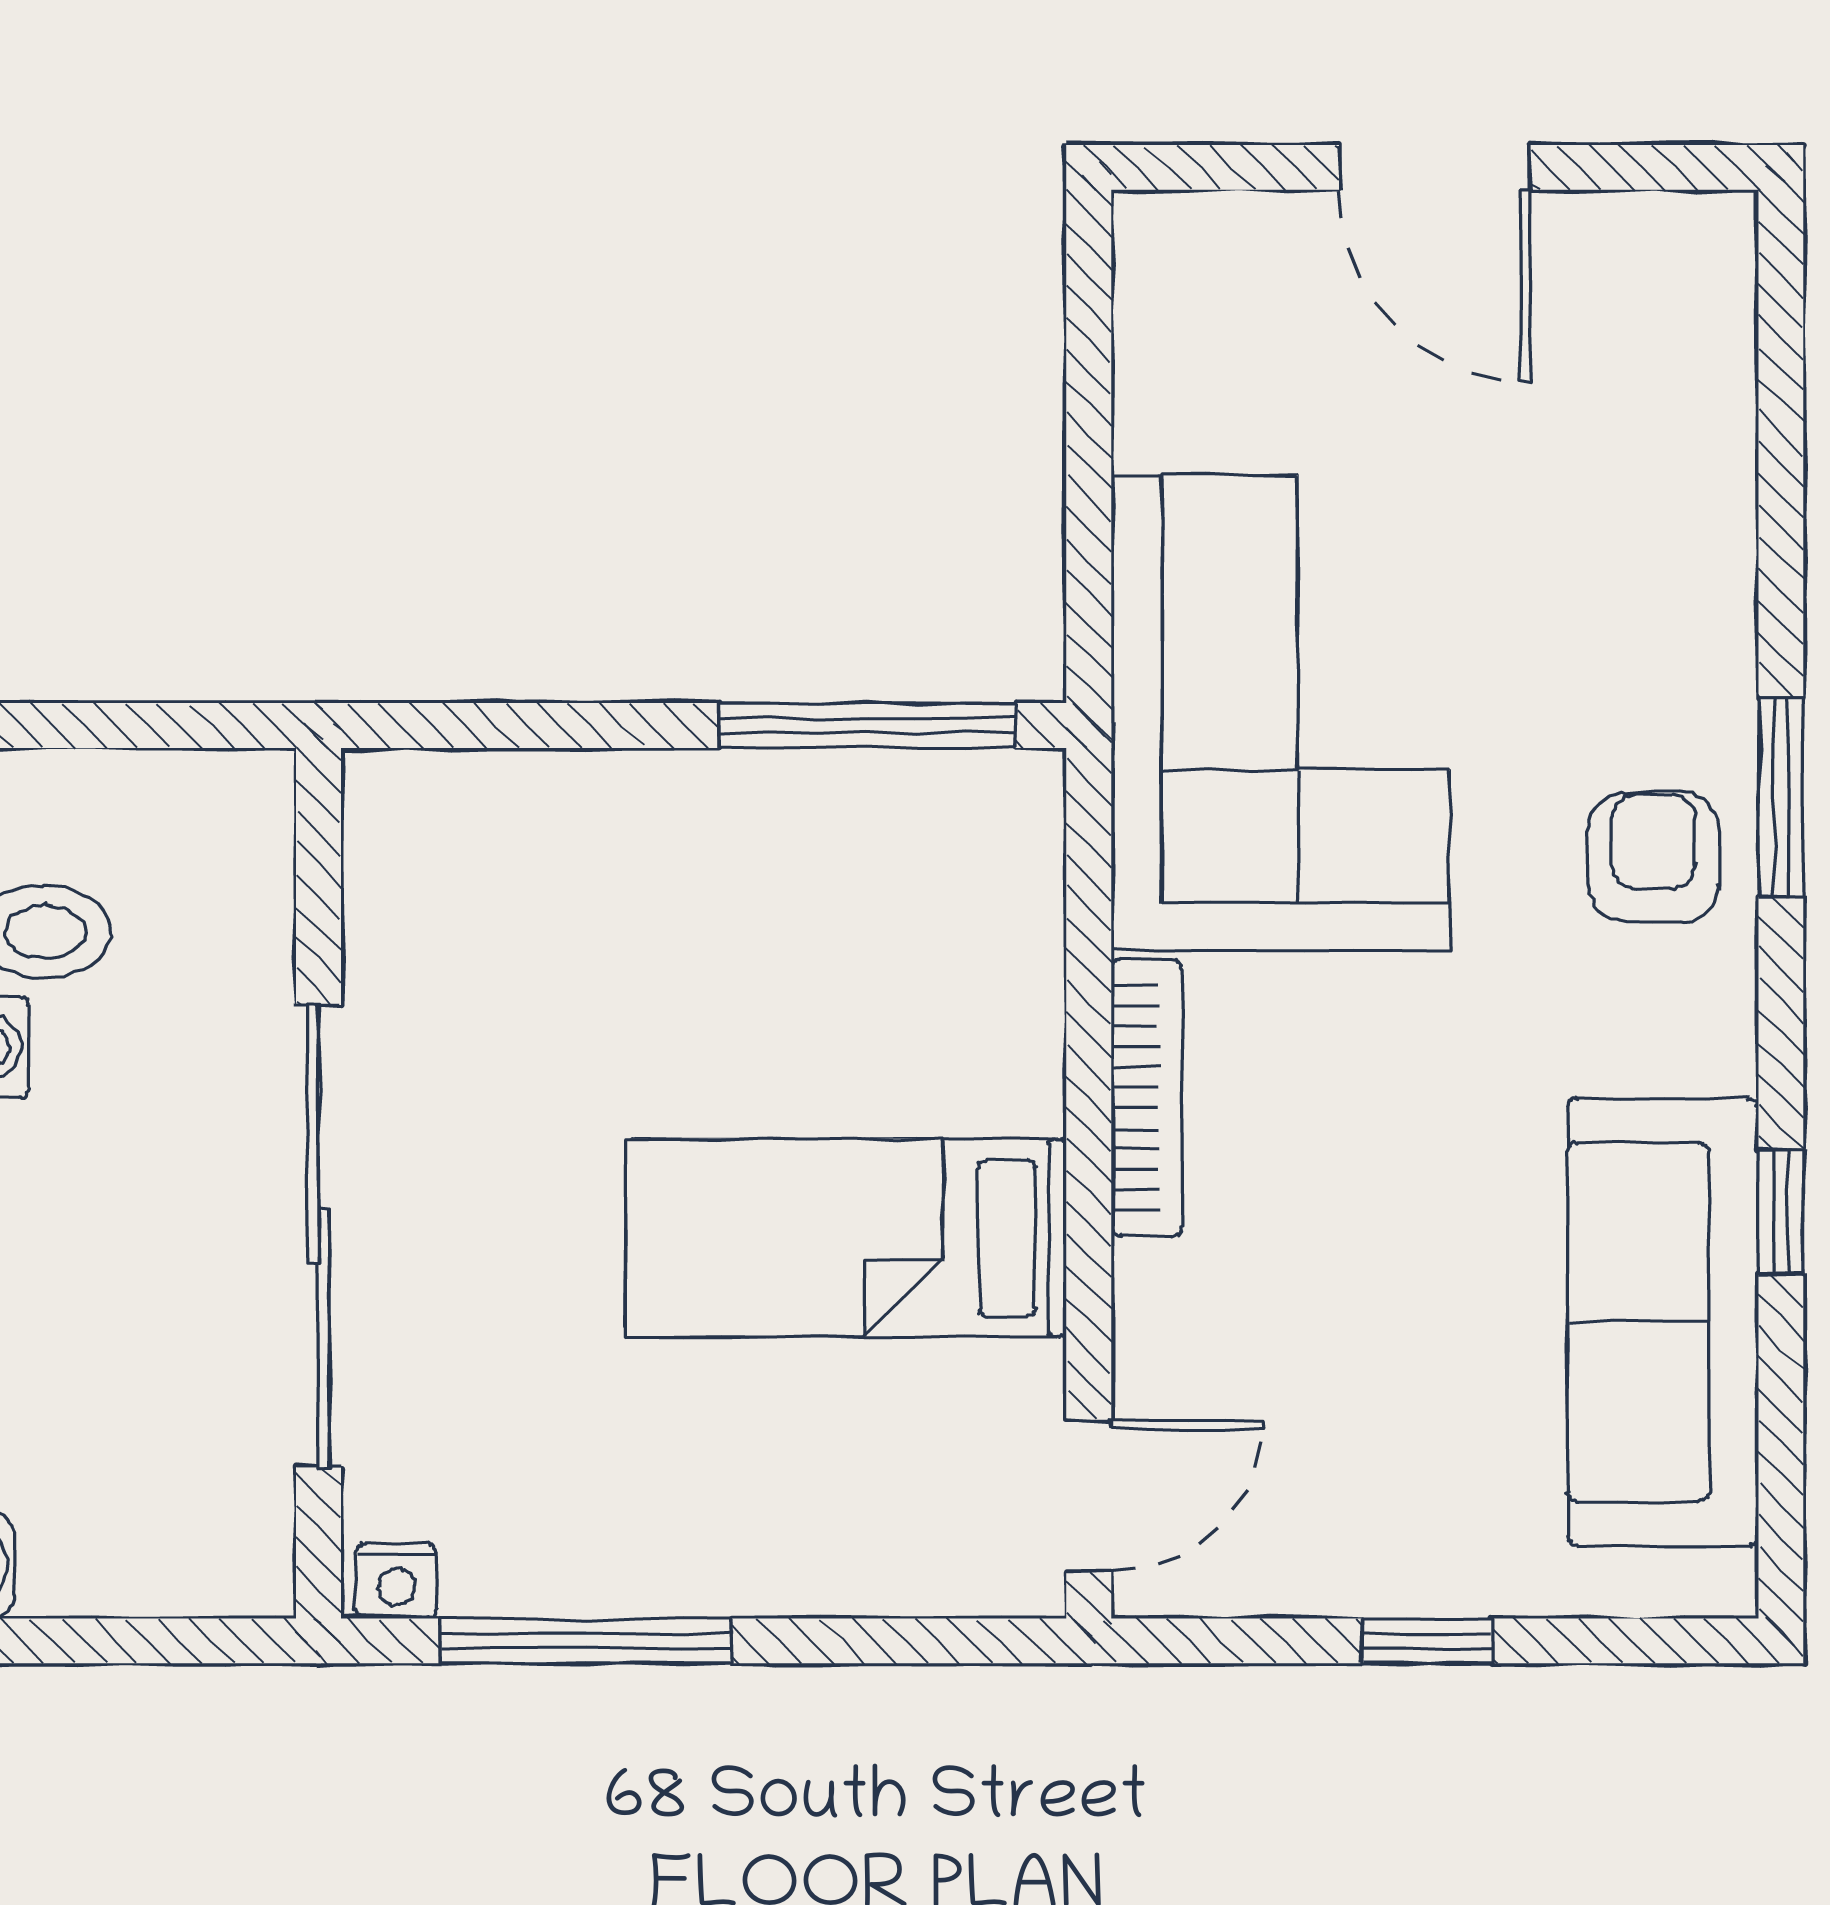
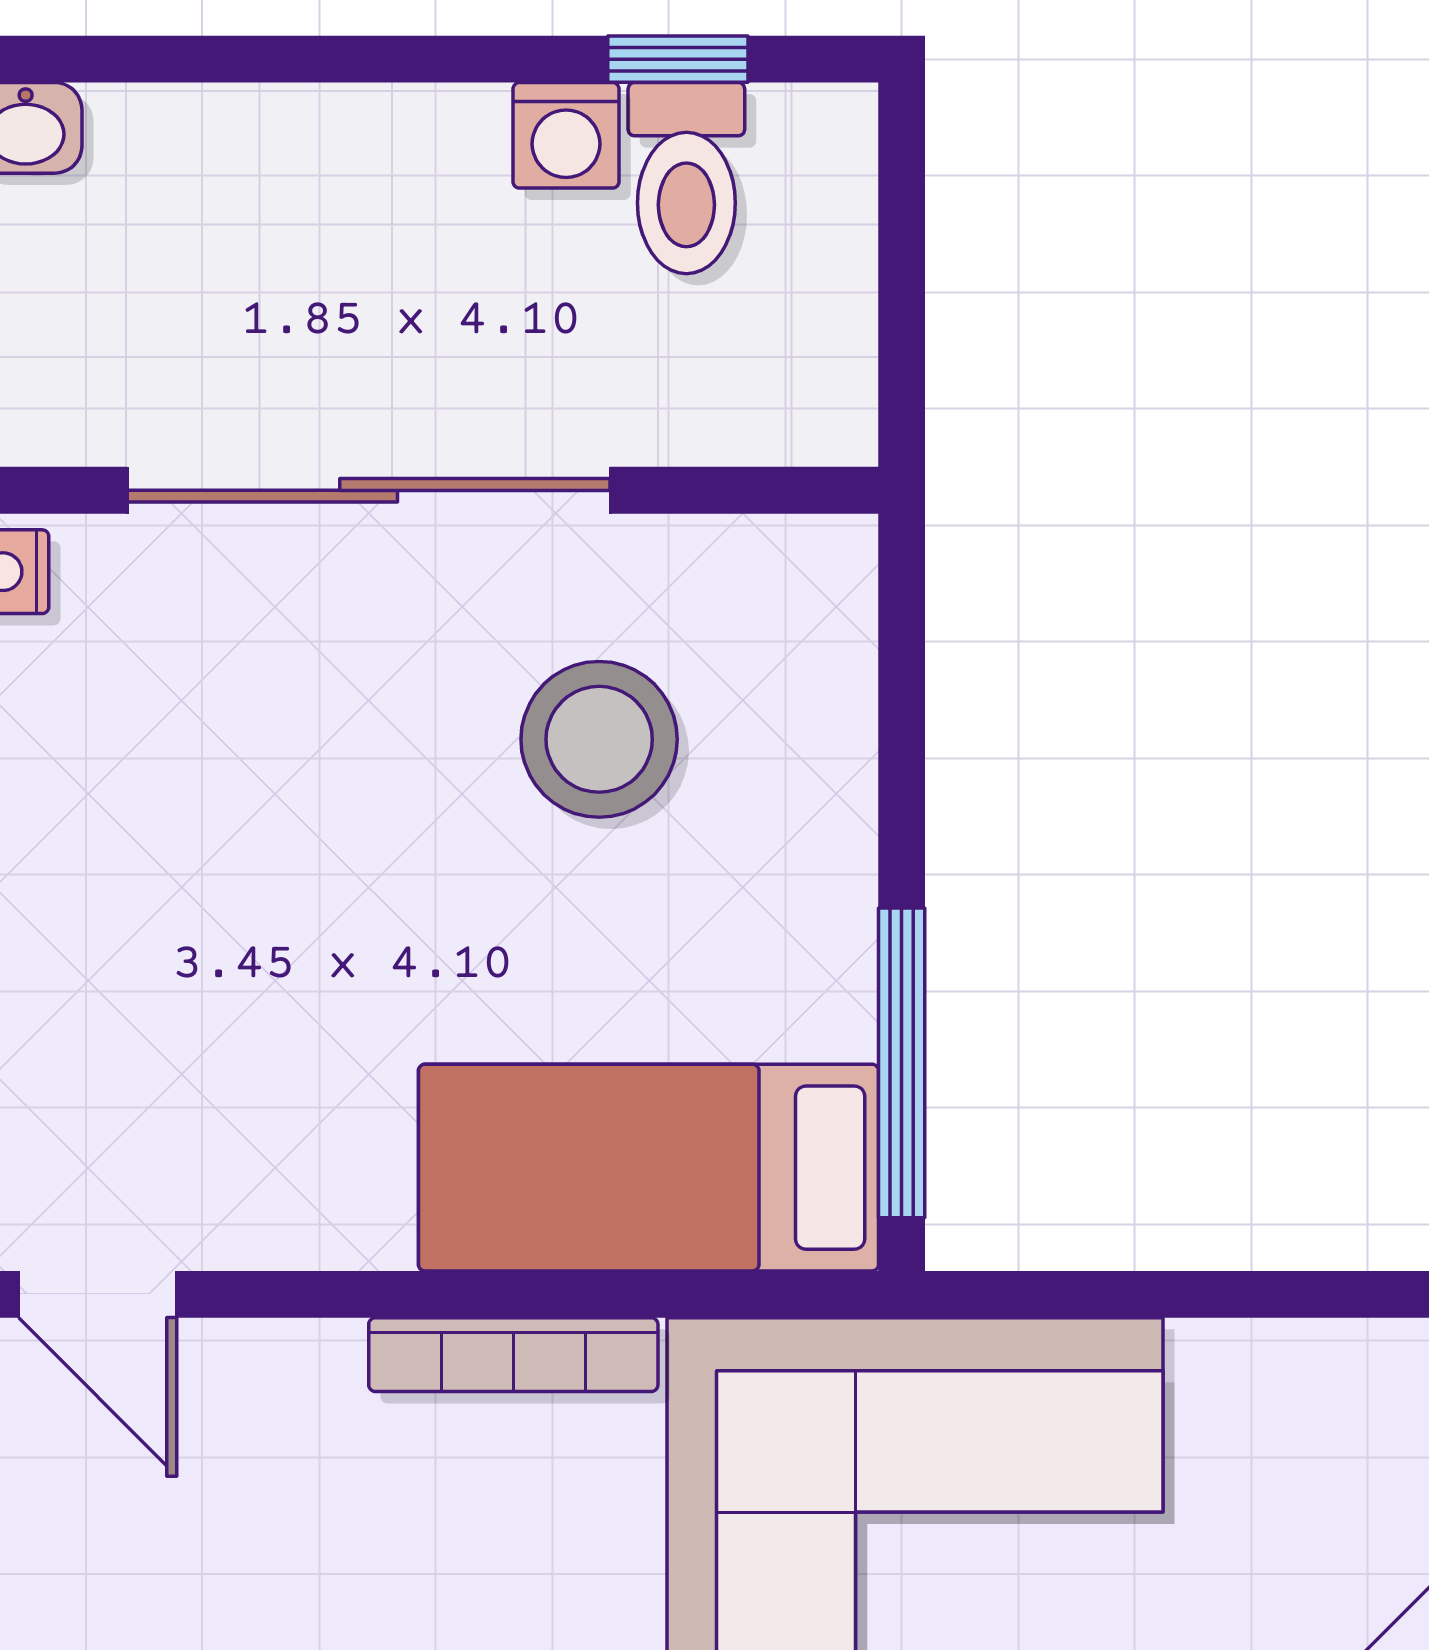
stool: (557, 1015) -> (599, 739), added
bed: (846, 1238) -> (648, 1168), moved, turned -90

